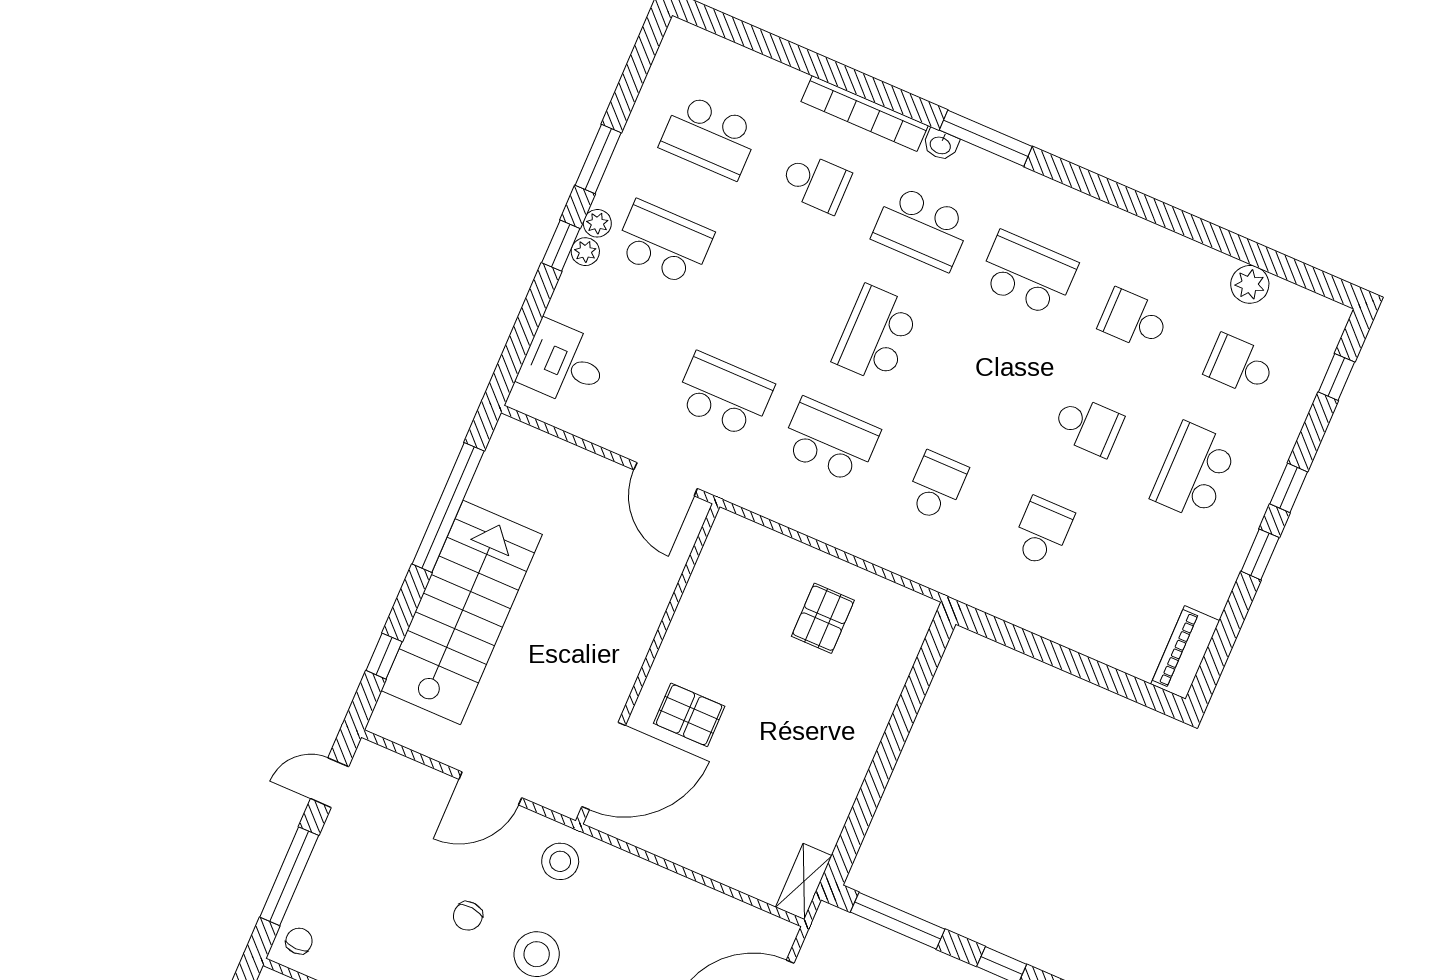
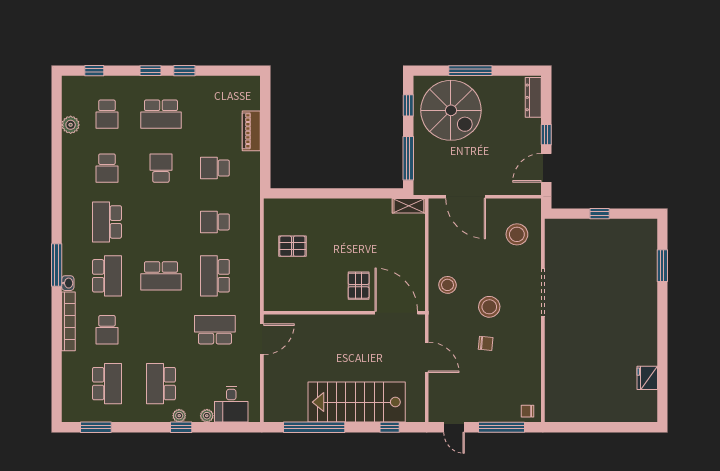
window: (598, 159) -> (96, 427), moved
school desk: (816, 182) -> (107, 330), turned 180
plant: (597, 223) -> (207, 416), moved
school desk: (724, 395) -> (215, 330), turned 90
piano: (1185, 652) -> (251, 131), moved, turned 90
stool: (560, 861) -> (447, 285), moved

